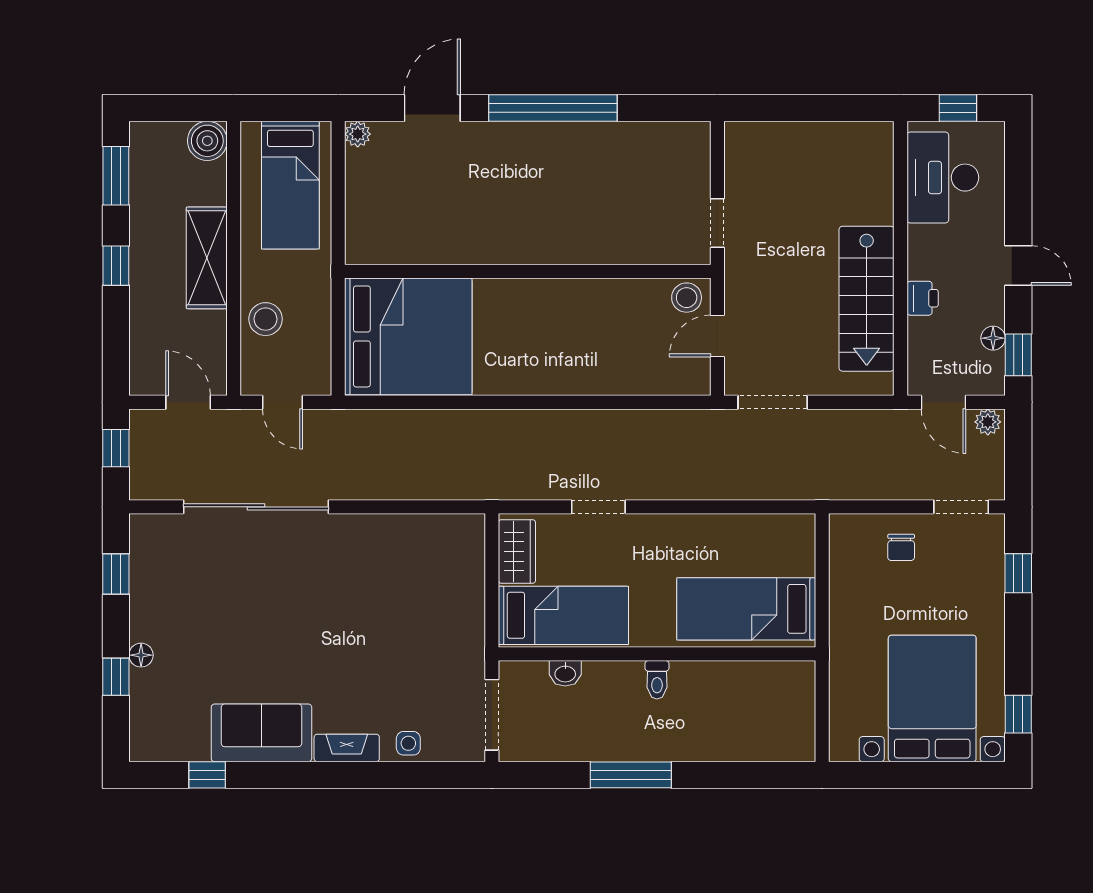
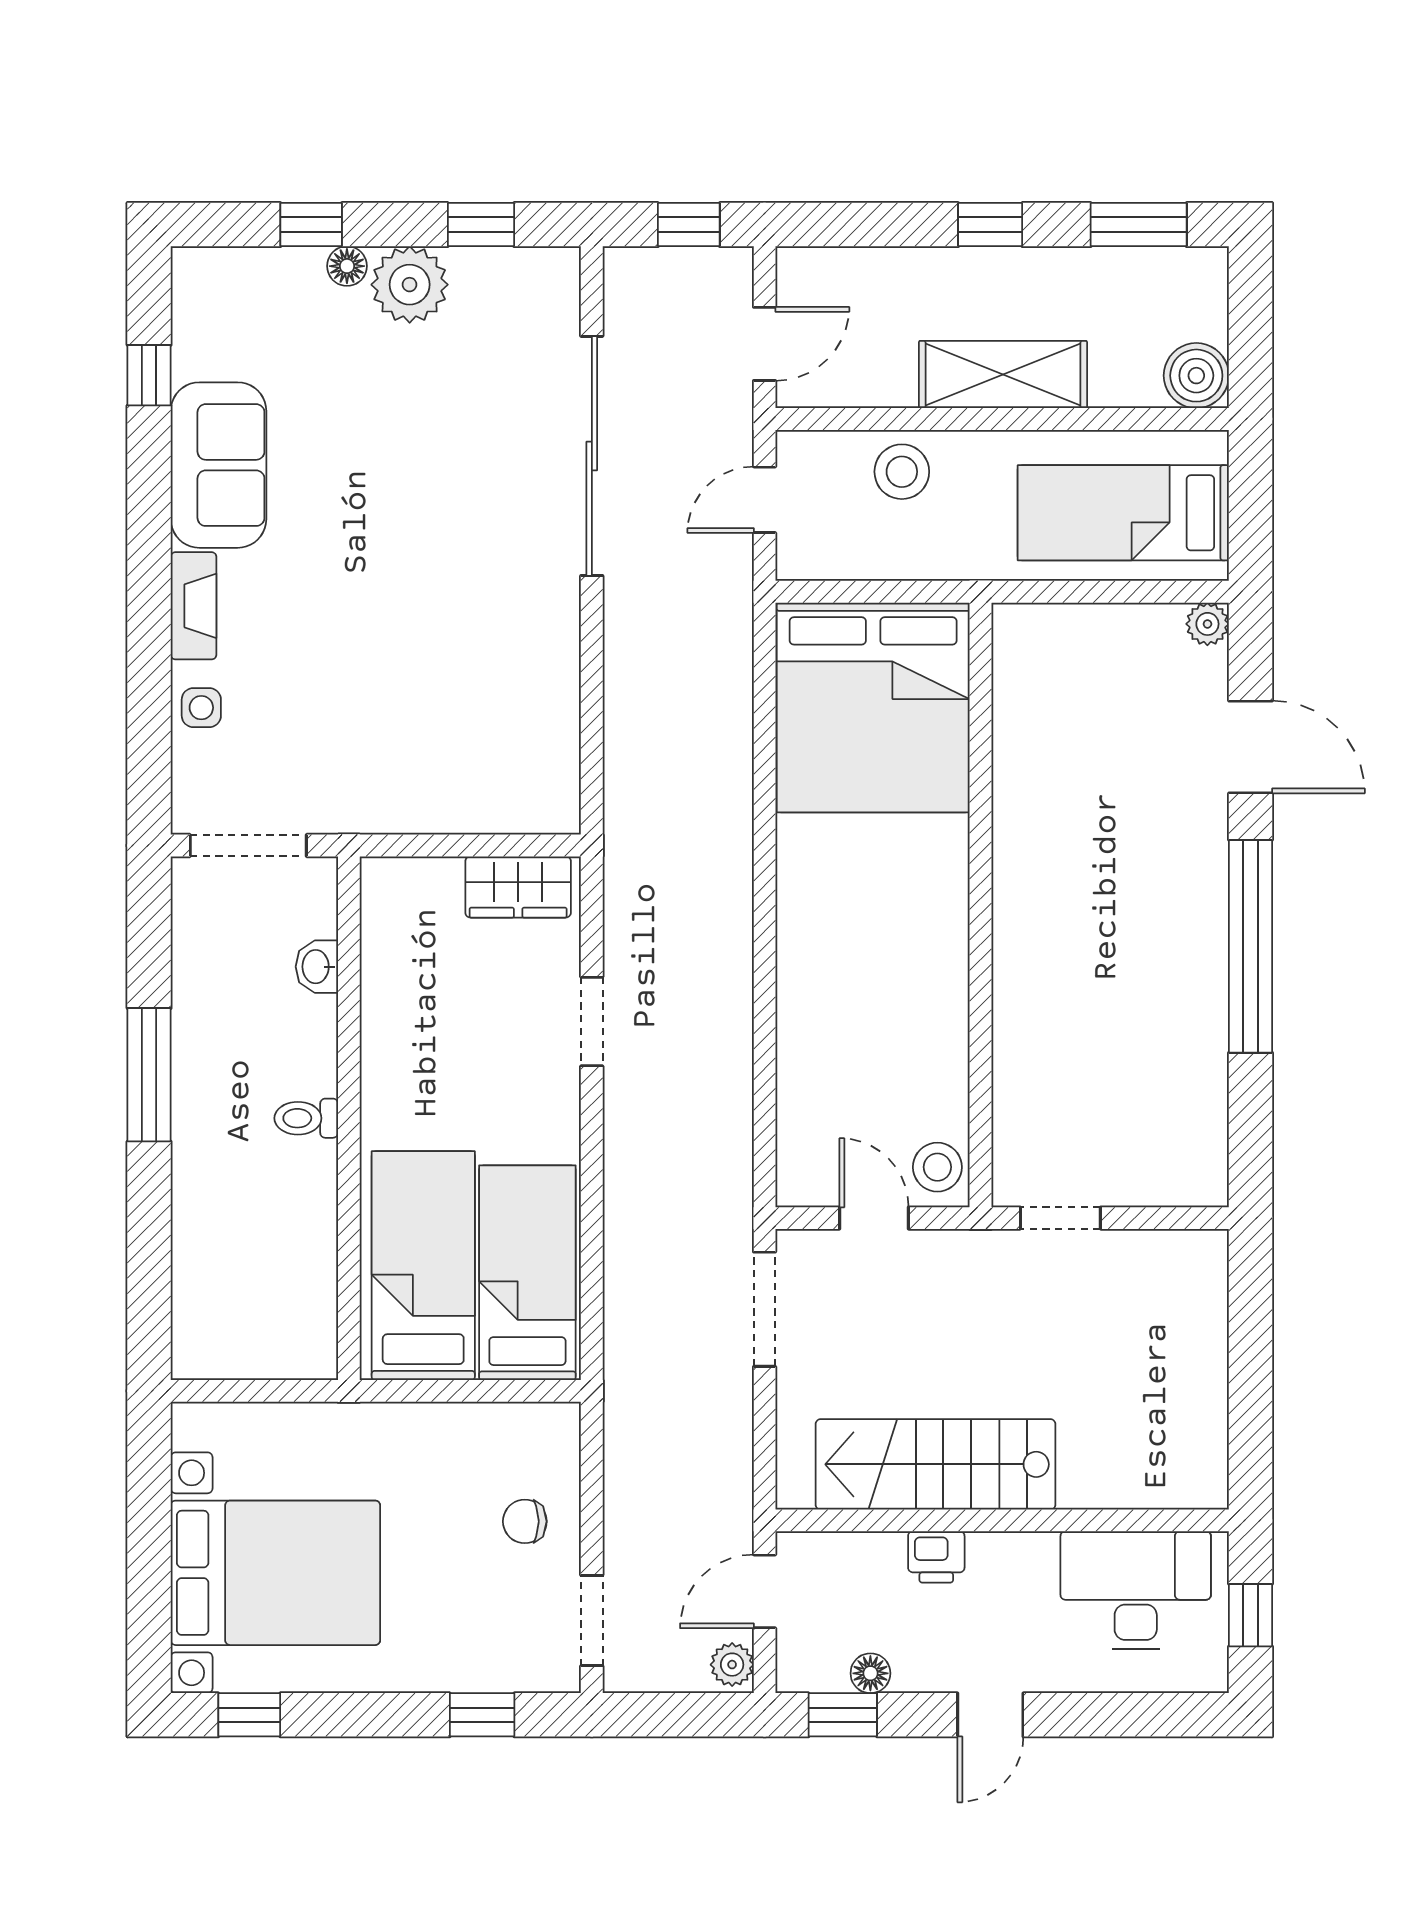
bed: (563, 615) -> (527, 1273), moved, turned 180
plant: (152, 617) -> (410, 285), added

